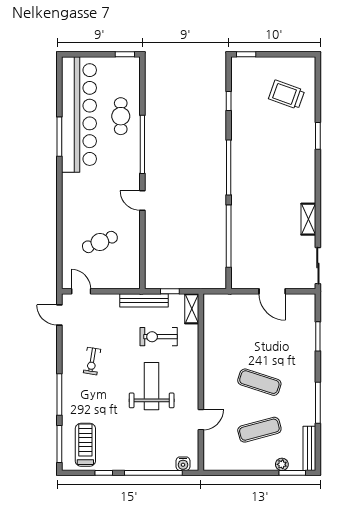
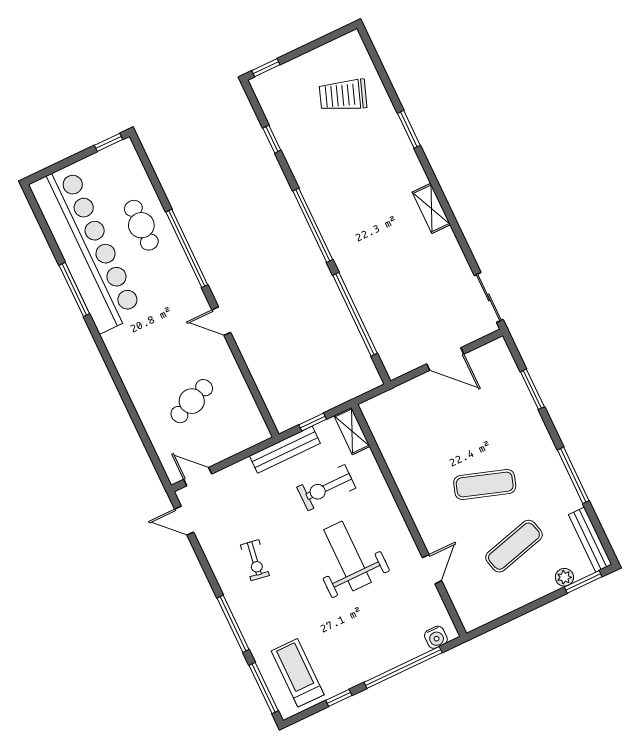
shelving: (308, 219) -> (431, 208), moved

